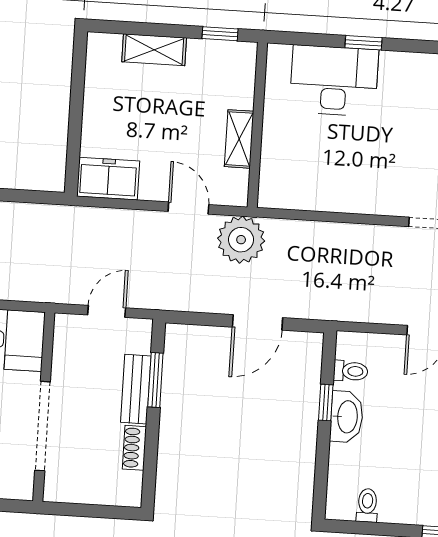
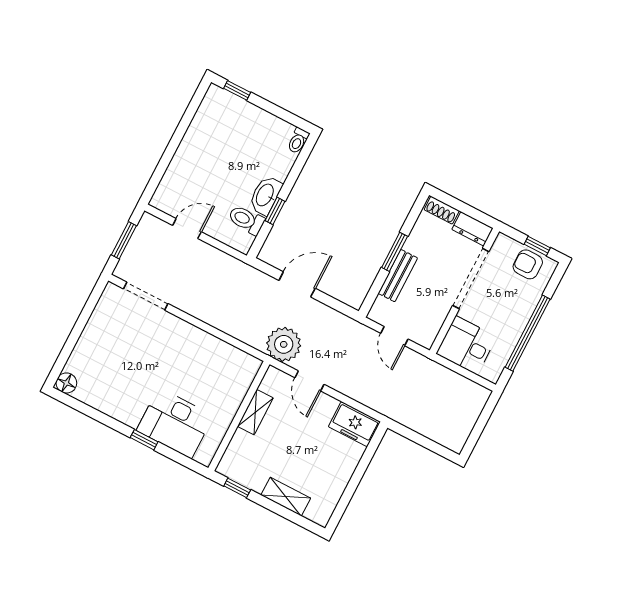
door: (107, 311) -> (394, 336), hinge flipped
toilet: (351, 371) -> (246, 220), width x1.37, depth x1.39
window: (155, 380) -> (395, 252), moved
shoe rack: (134, 448) -> (442, 210), moved, turned 90
dresser: (68, 489) -> (472, 229), added
toilet: (367, 505) -> (298, 141), moved

